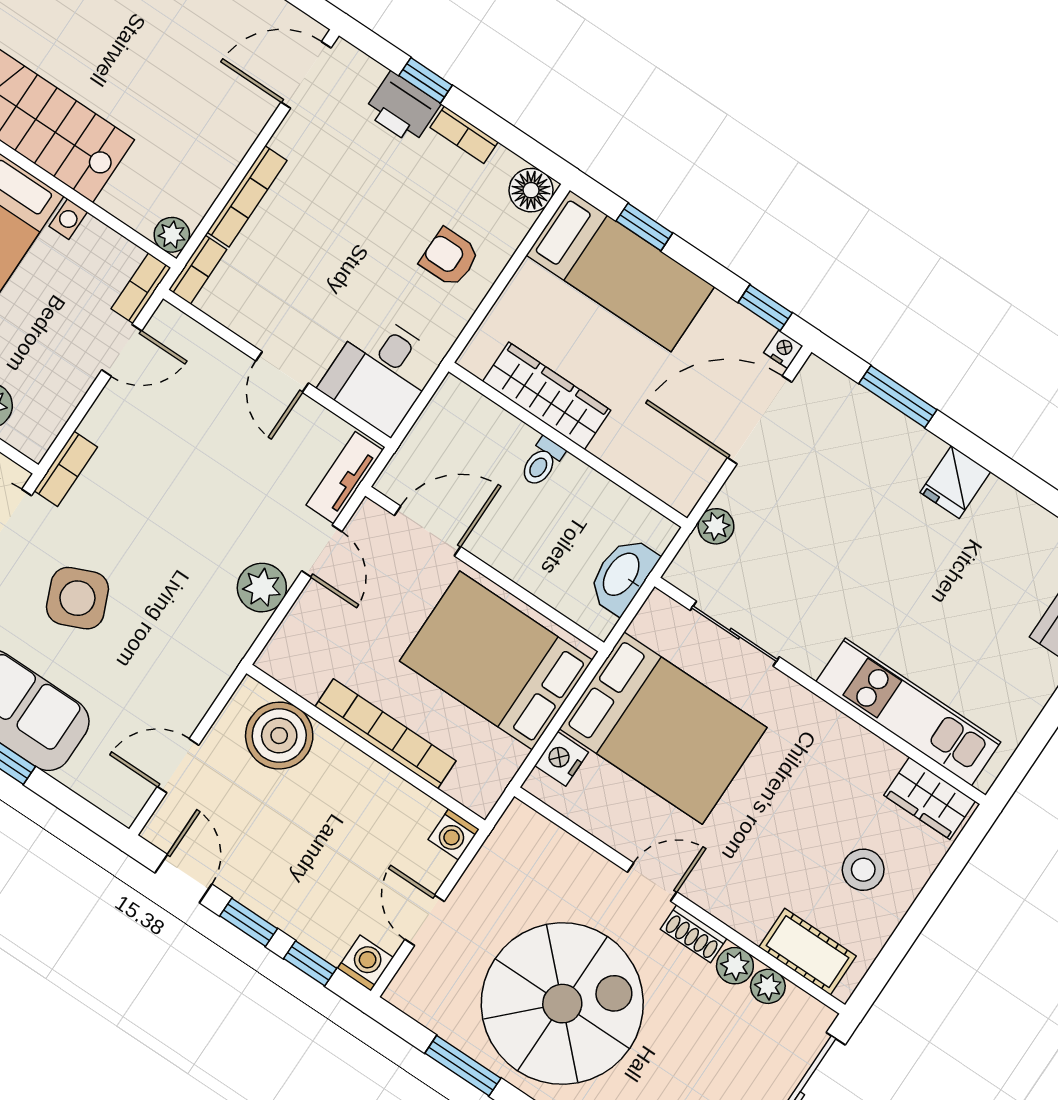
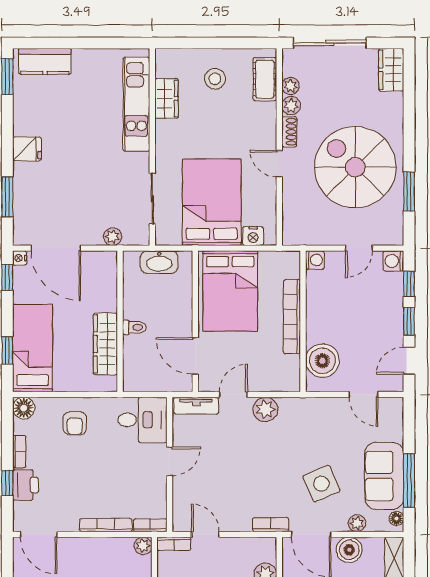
wardrobe: (930, 798) -> (166, 98), moved

